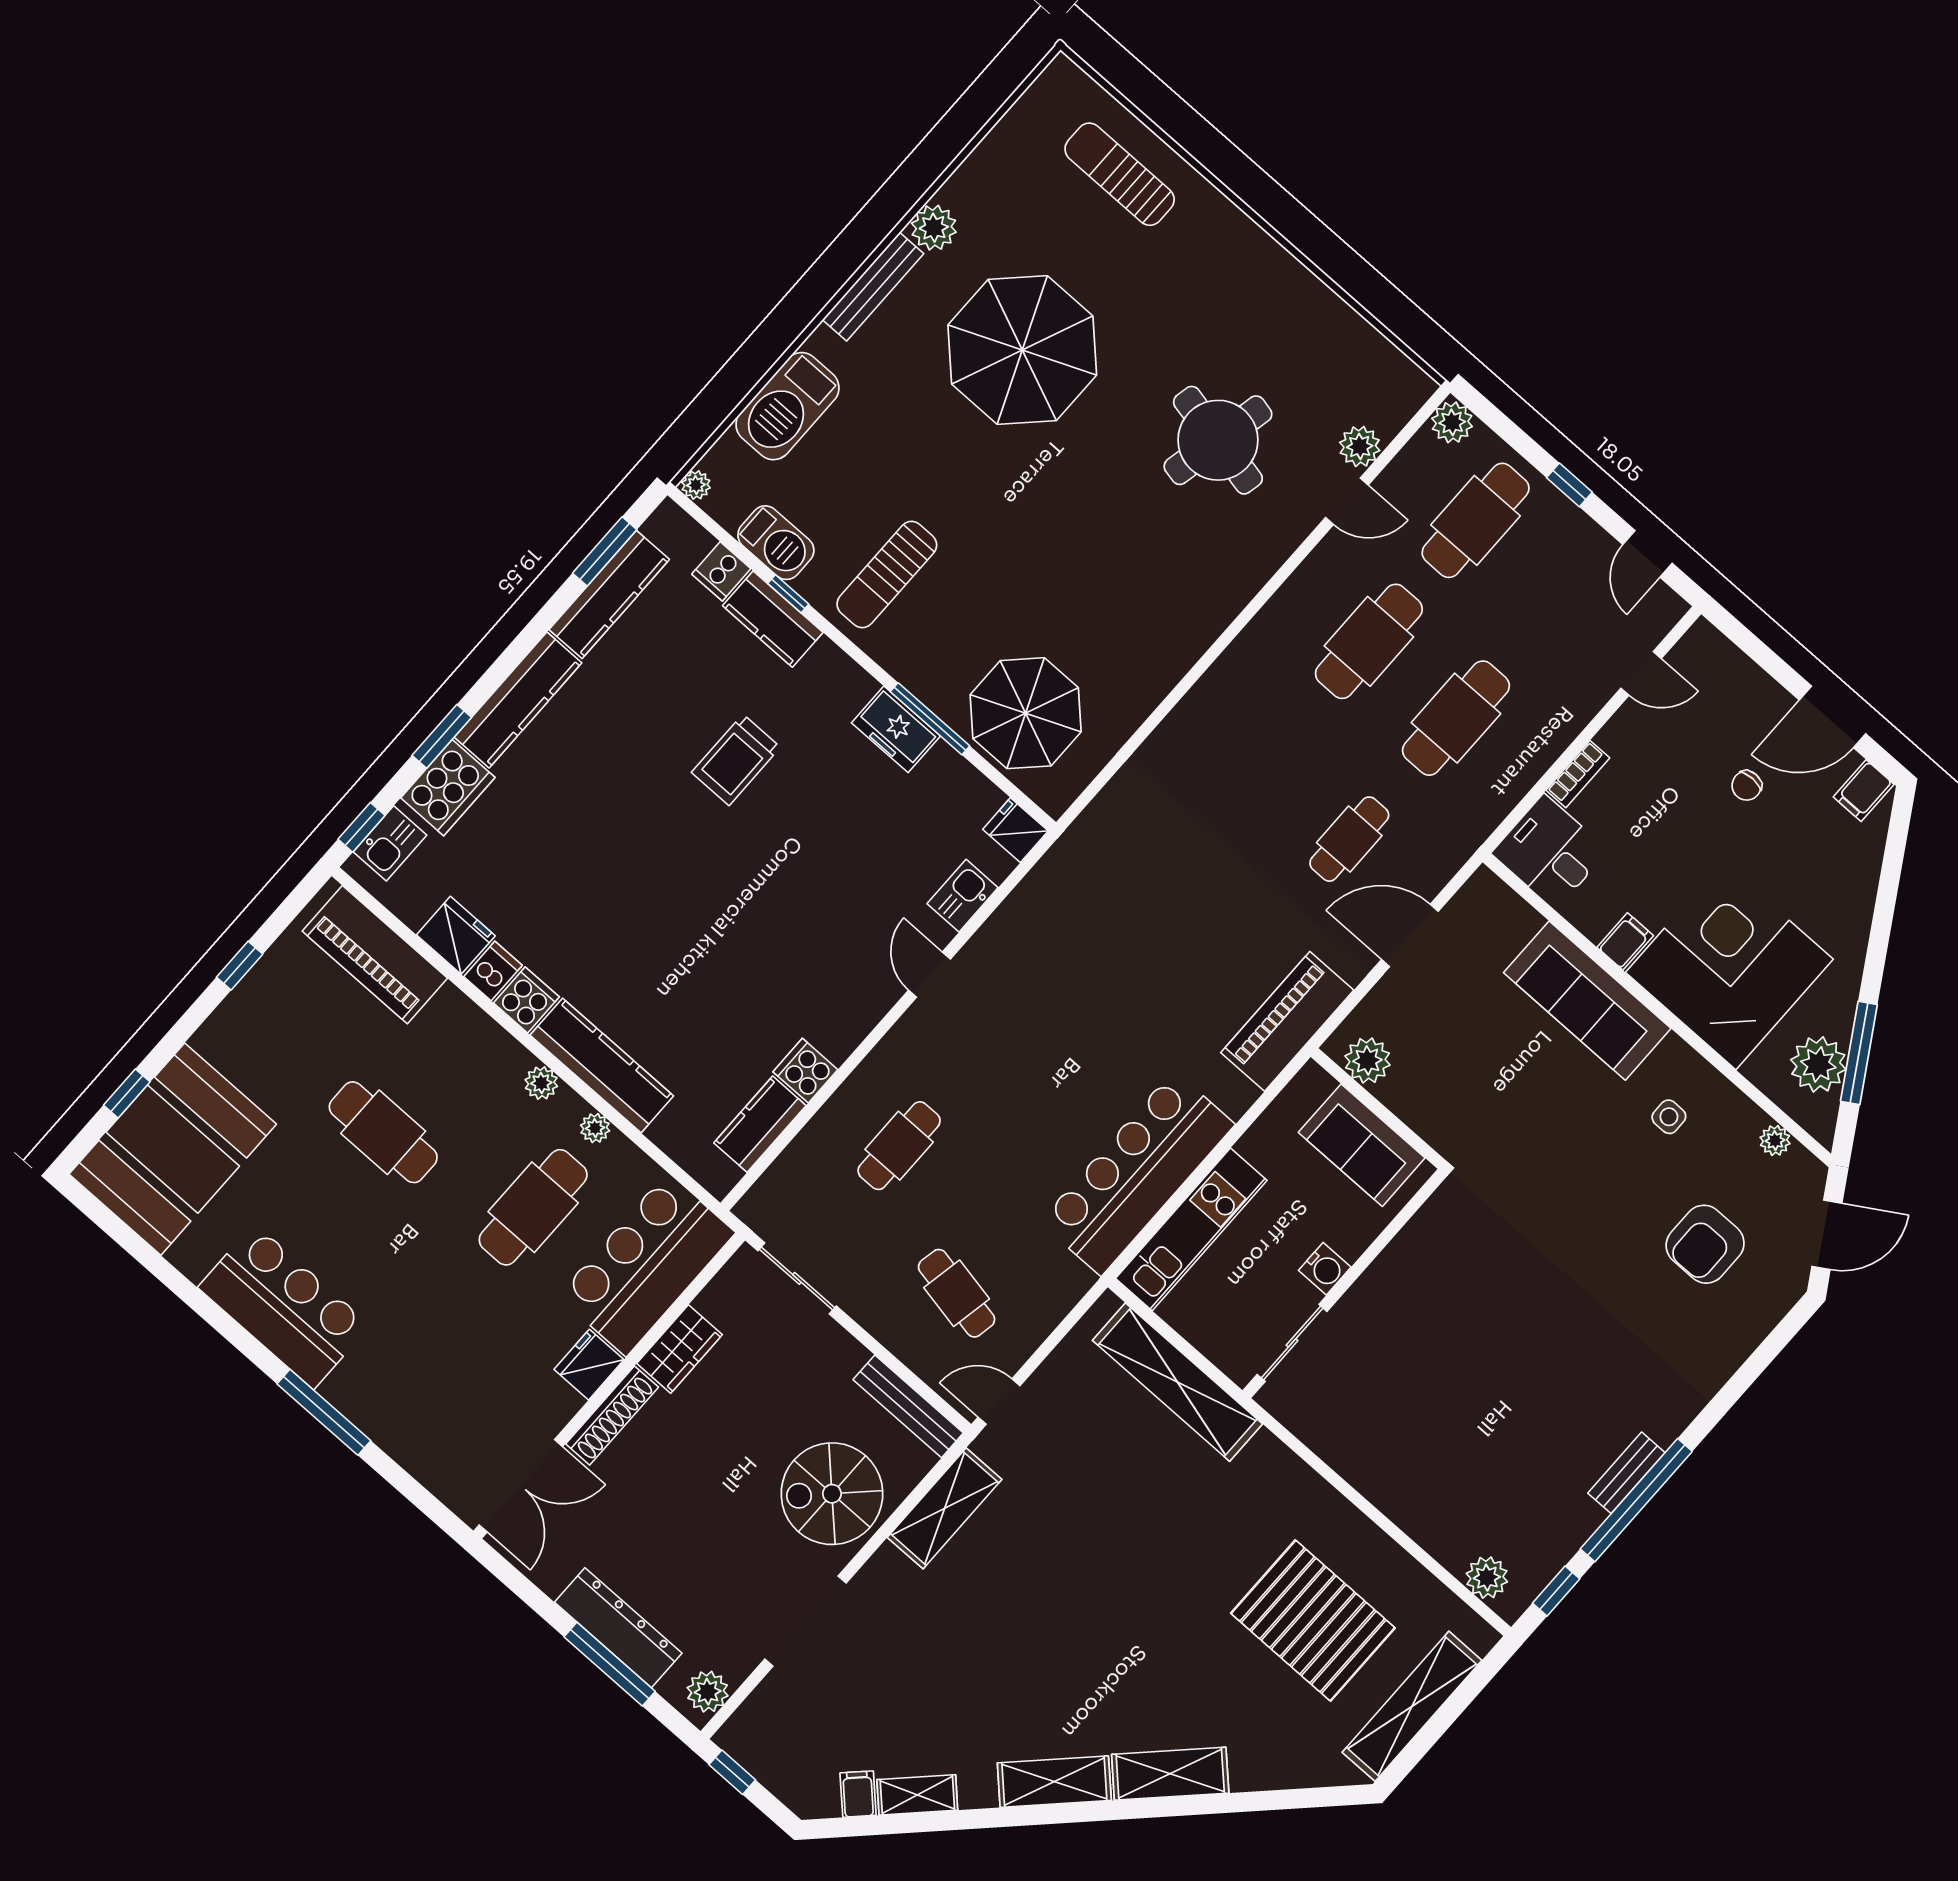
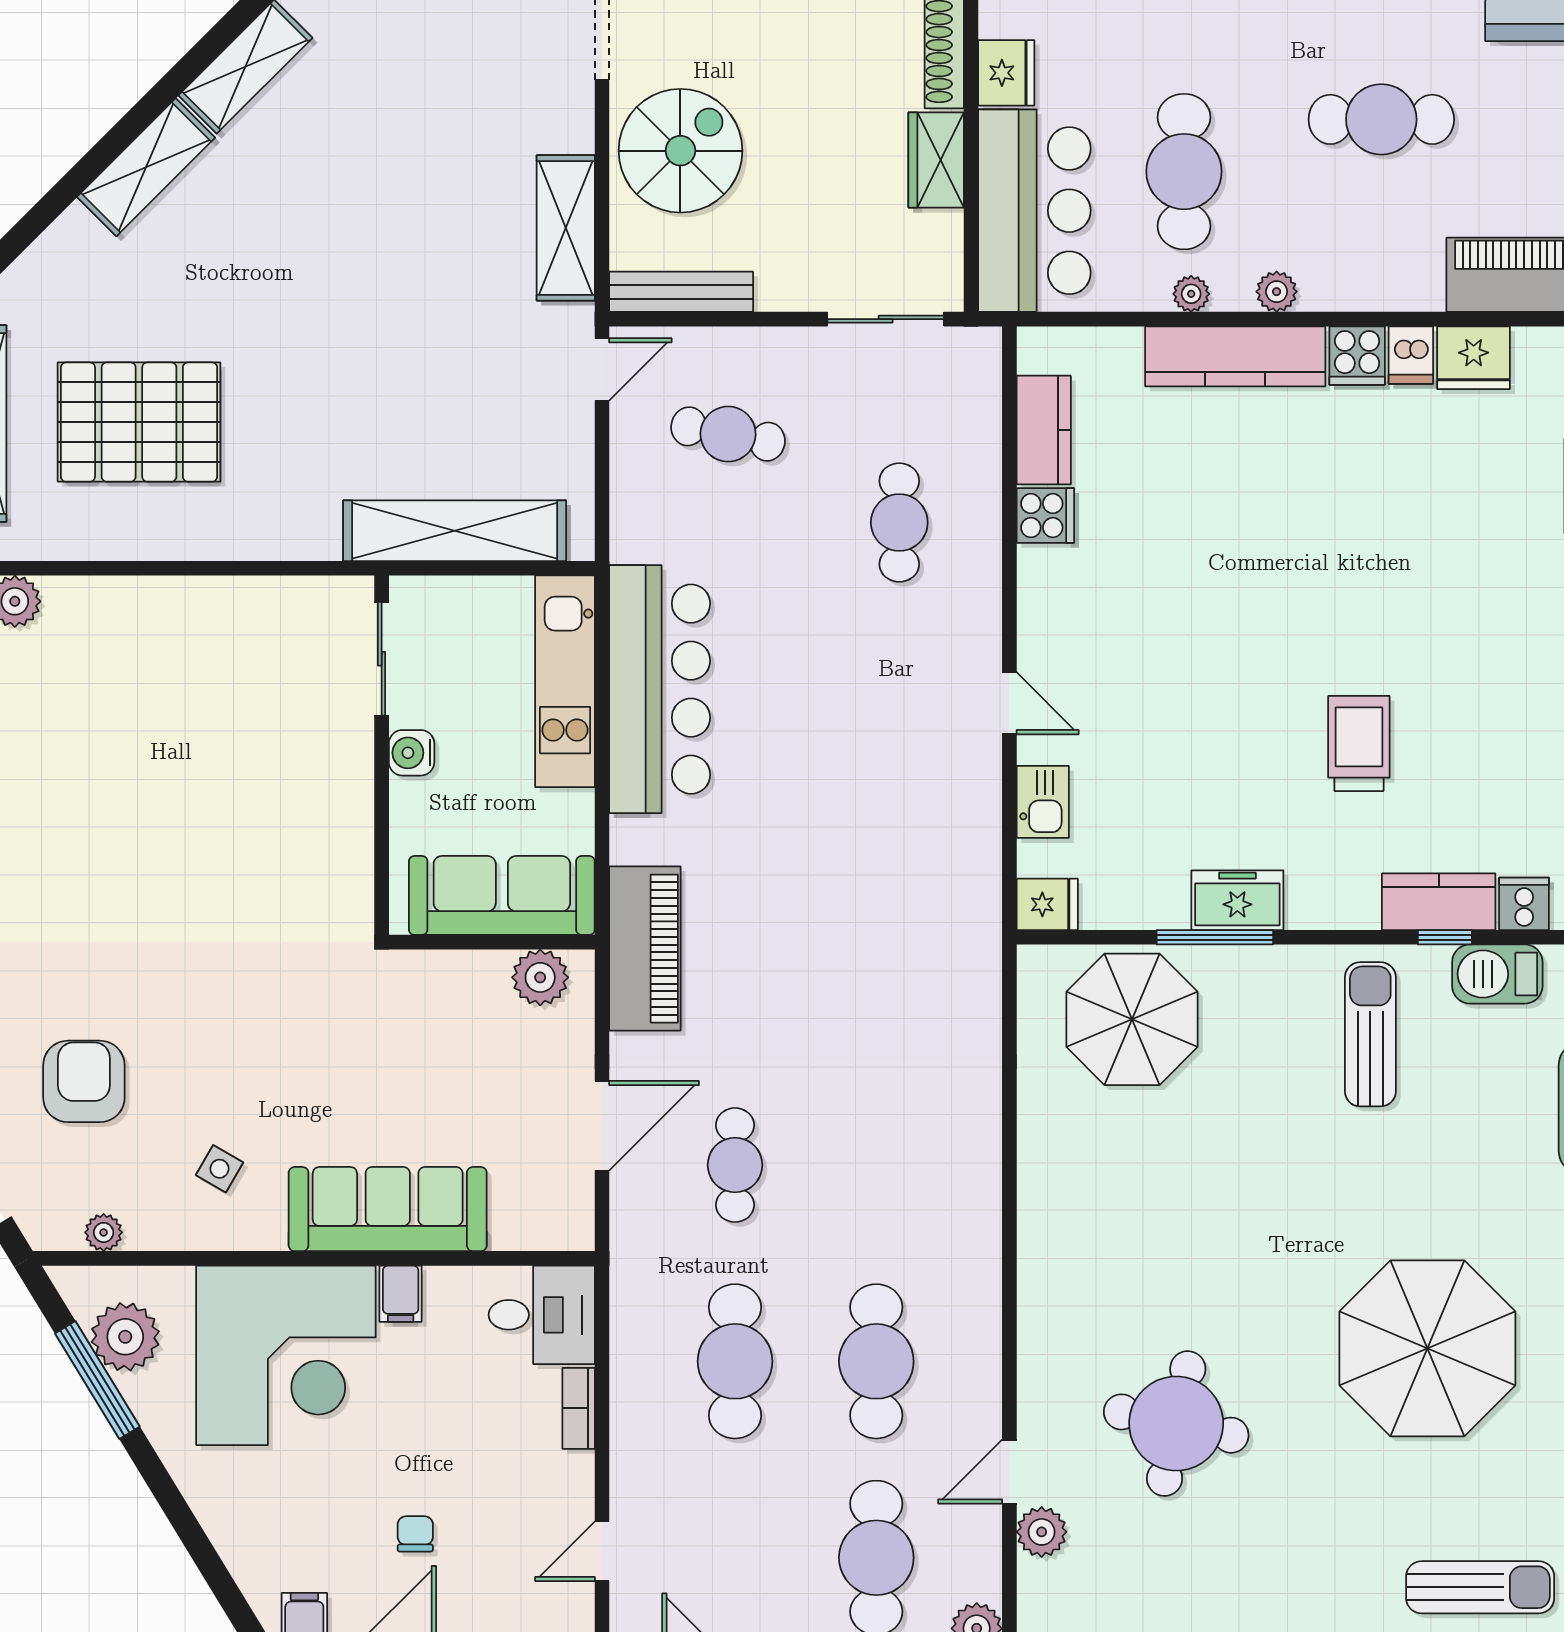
side table: (1669, 1117) -> (220, 1169), turned 30
sofa: (1362, 1145) -> (502, 895), width x1.36

